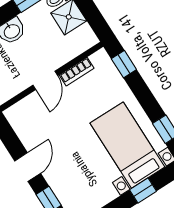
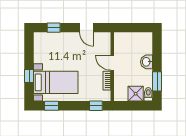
door: (28, 167) -> (86, 28), moved

